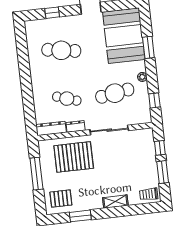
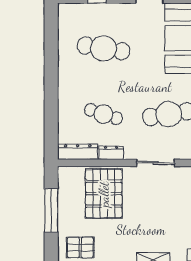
sliding door: (109, 130) -> (156, 163), width x0.73
pallet: (74, 157) -> (104, 194), turned 90

